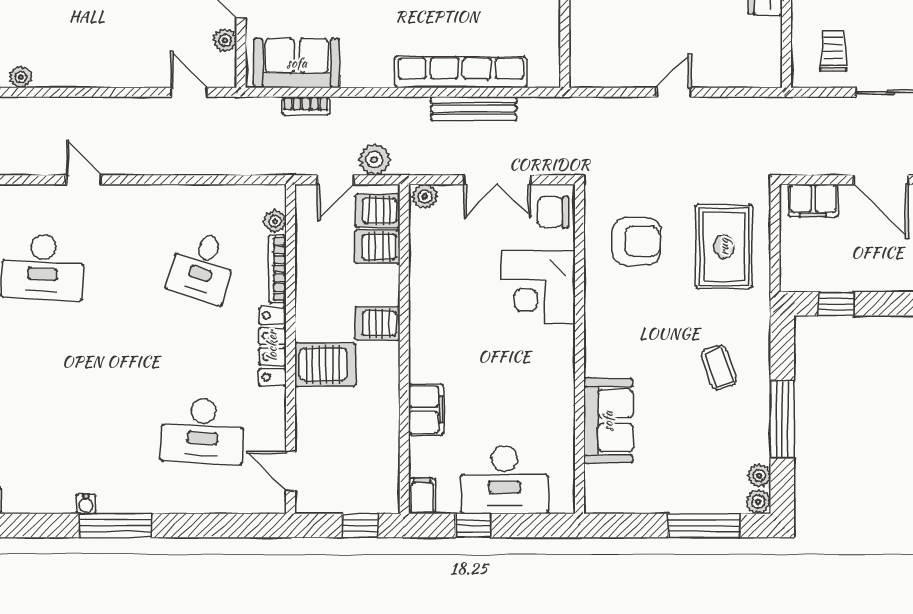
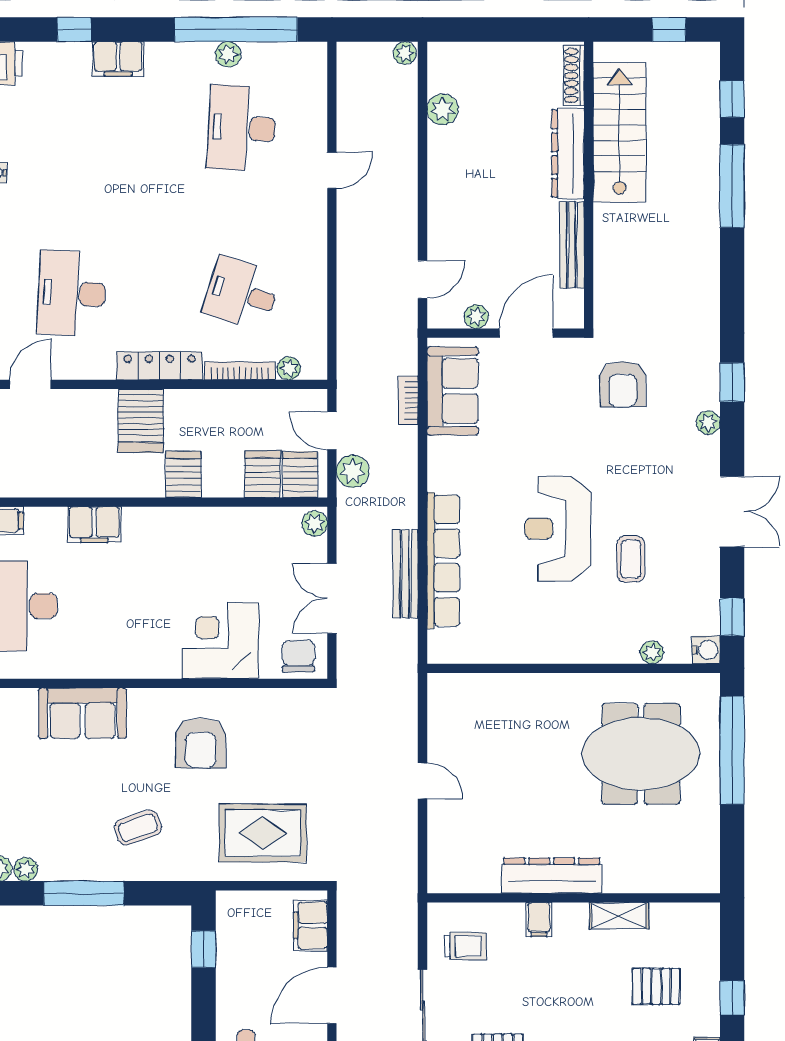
plant: (21, 77) -> (443, 109), width x1.38, depth x1.38
armchair: (636, 241) -> (201, 743), moved

